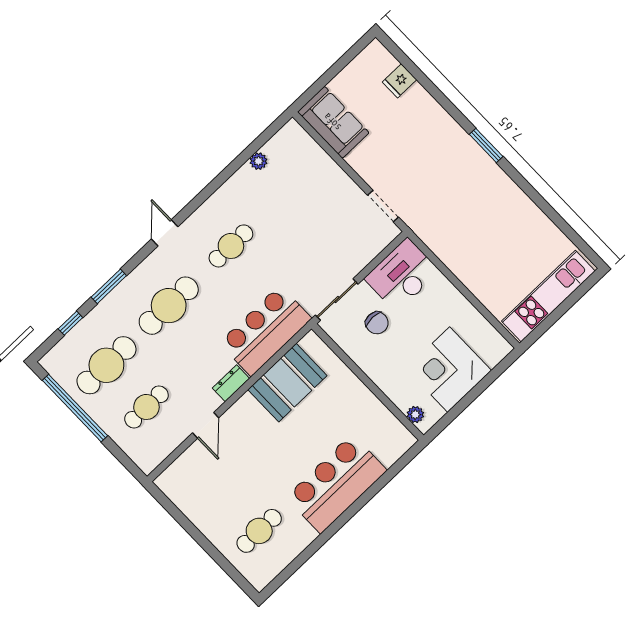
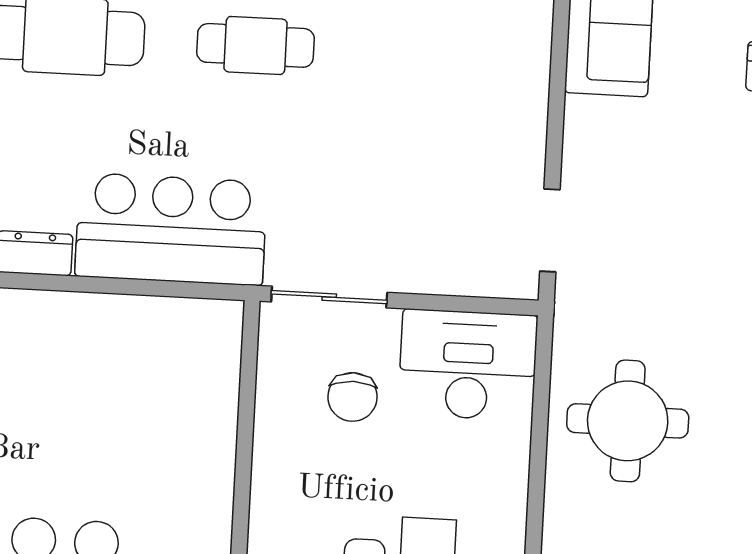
round table: (470, 239) -> (628, 421), added
booth: (287, 383) -> (121, 343), removed

